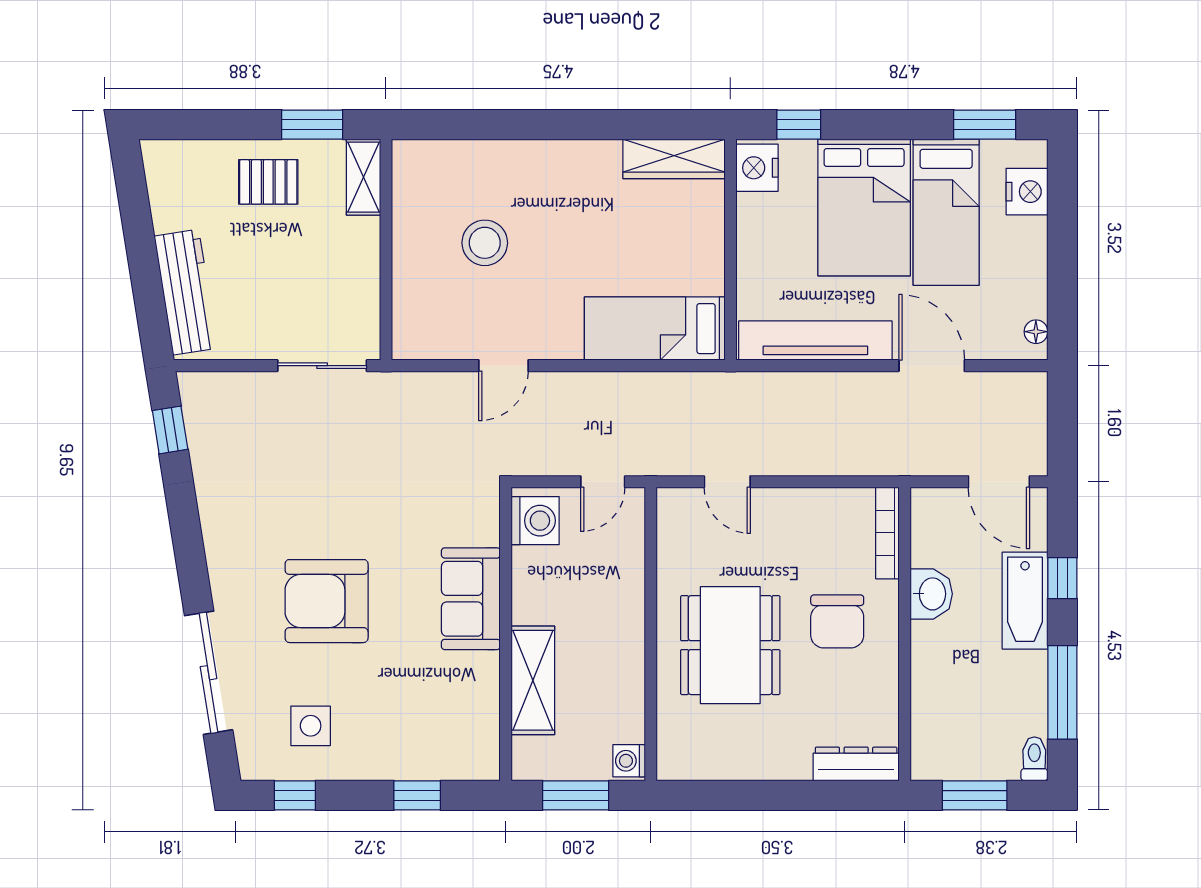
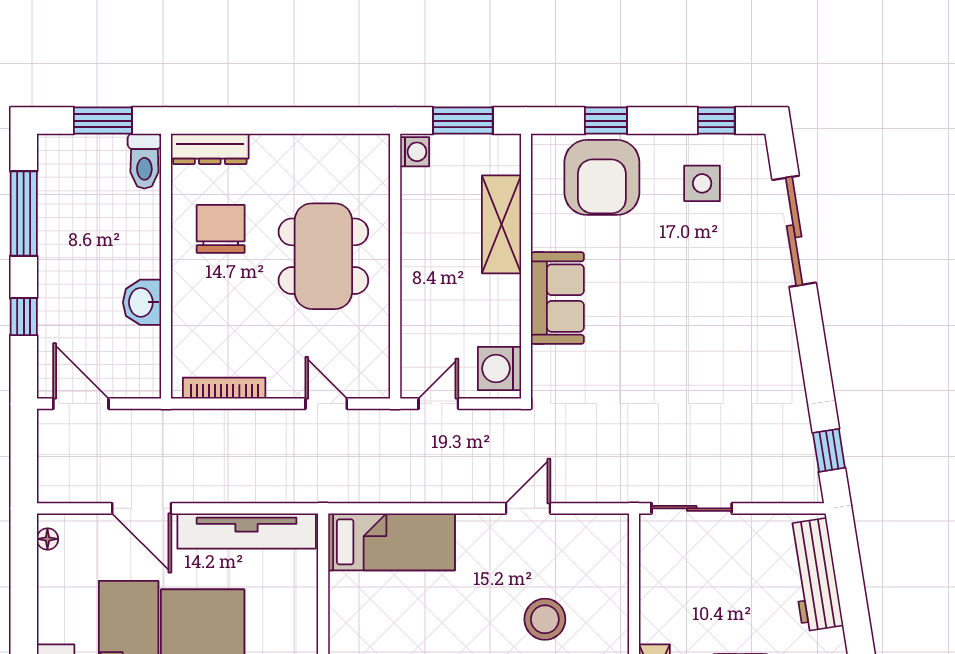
bookcase: (887, 533) -> (224, 388), moved, turned -90
armchair: (327, 601) -> (602, 177), moved, turned 90
bathtub: (1025, 601) -> (57, 296), removed
chair: (837, 621) -> (221, 229), moved
toilet: (1034, 759) -> (144, 161), moved, width x1.37, depth x1.39

